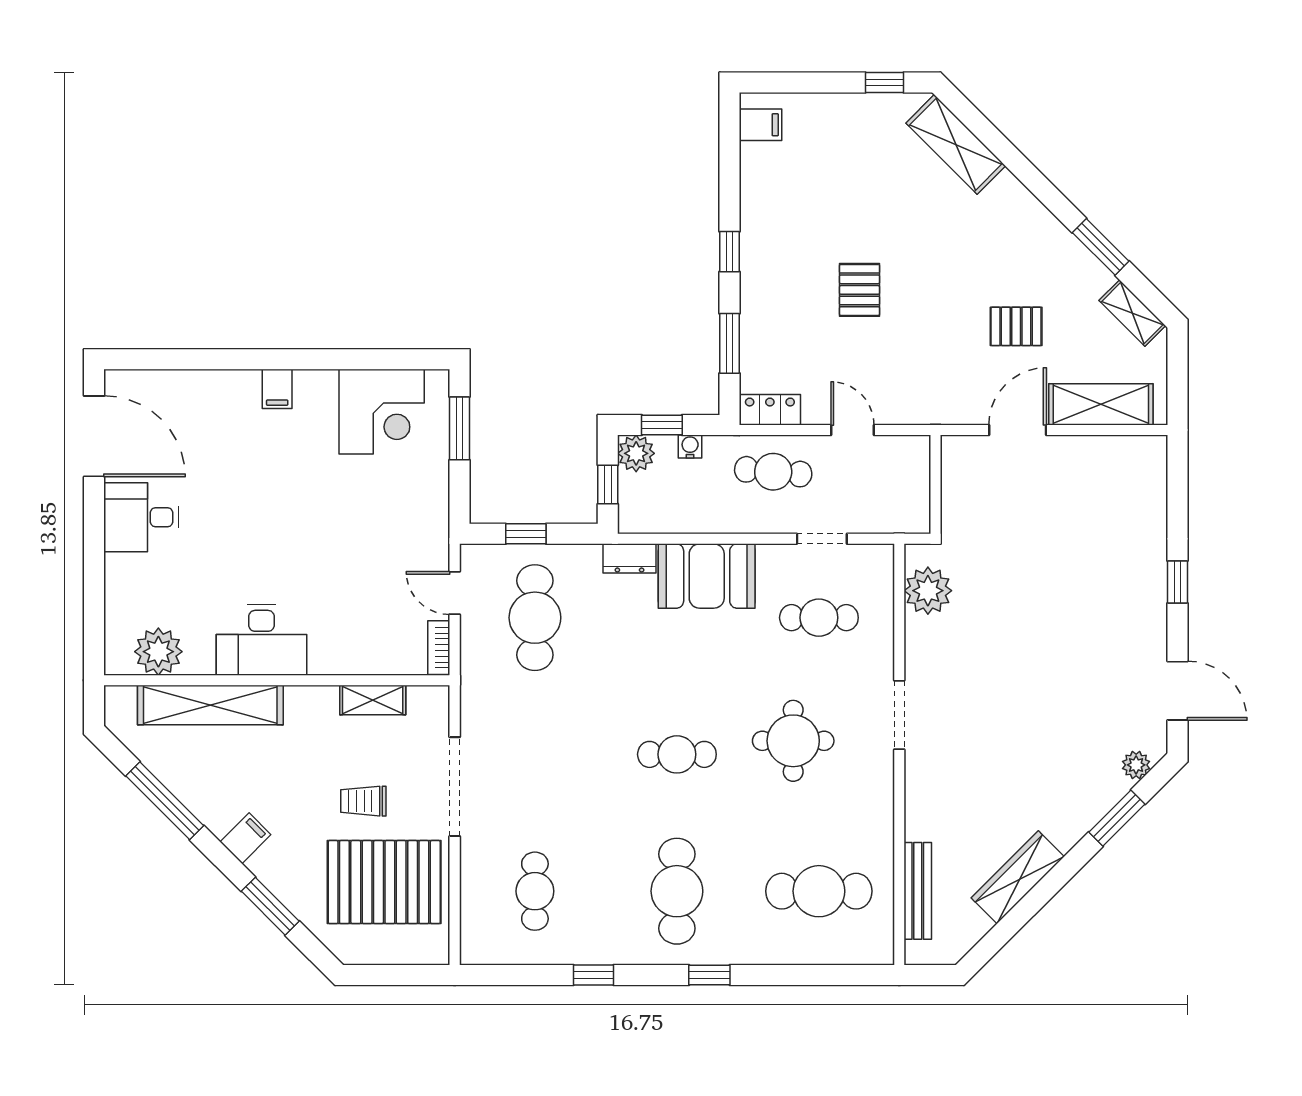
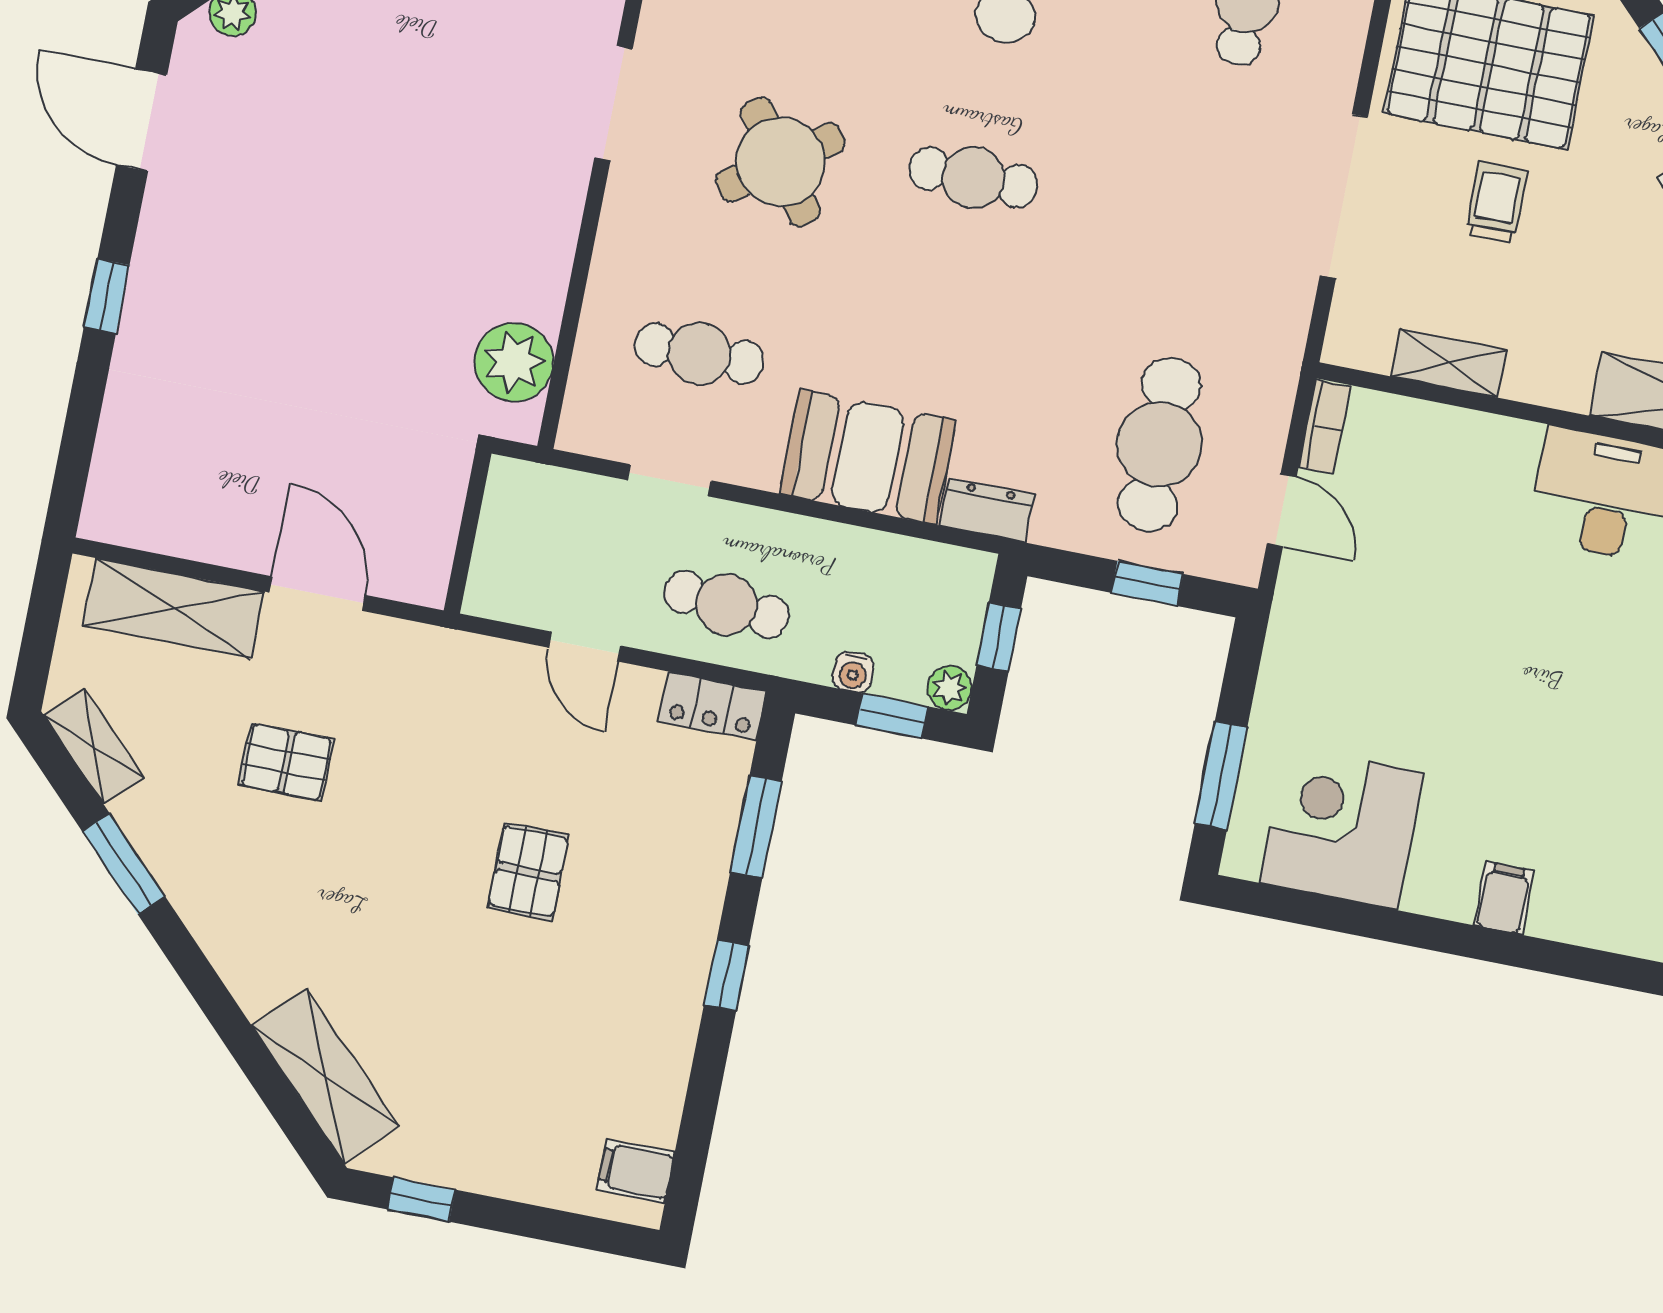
door: (1018, 430) -> (317, 594), swing flipped
plant: (636, 453) -> (949, 688), width x0.73, depth x0.73
doorway: (899, 715) -> (614, 103), moved
round table: (793, 741) -> (780, 162), turned -36
trolley: (363, 801) -> (1496, 202), turned -90

